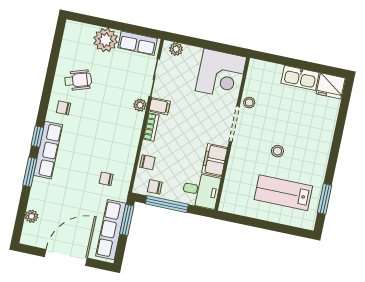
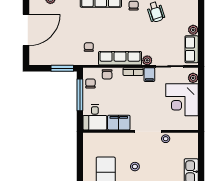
plant: (106, 40) -> (193, 30), width x0.53, depth x0.53
corner desk: (221, 74) -> (182, 100), moved
row of seats: (111, 230) -> (120, 58), moved
door: (66, 257) -> (26, 30), hinge flipped

